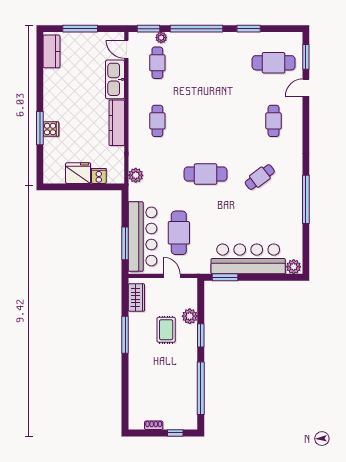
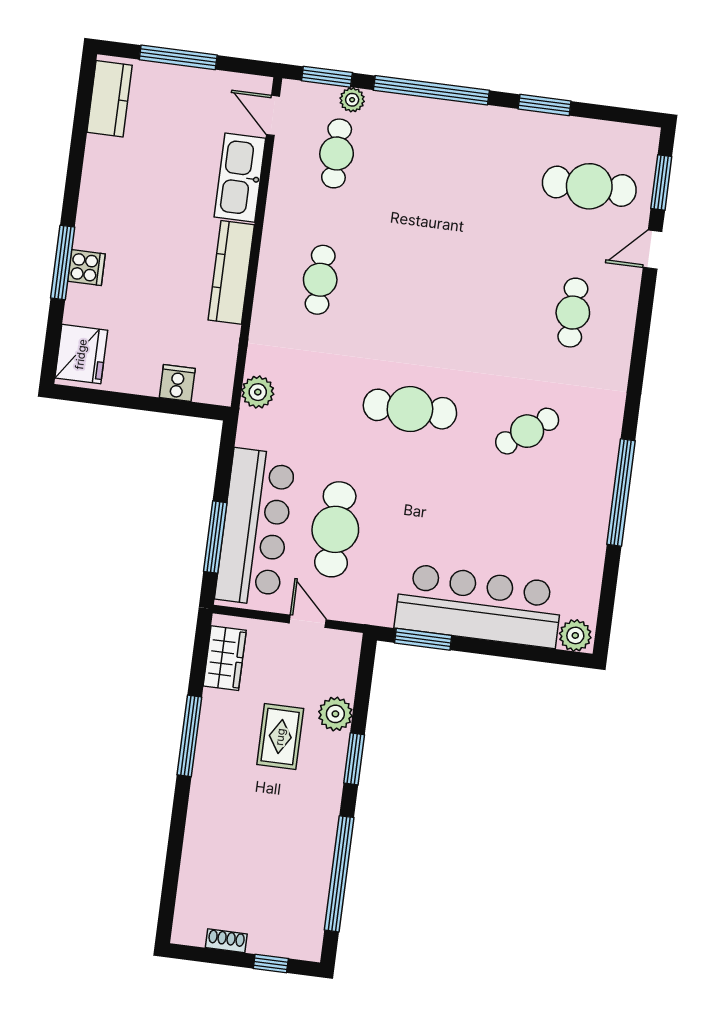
fridge: (78, 173) -> (81, 354), moved, turned 90

